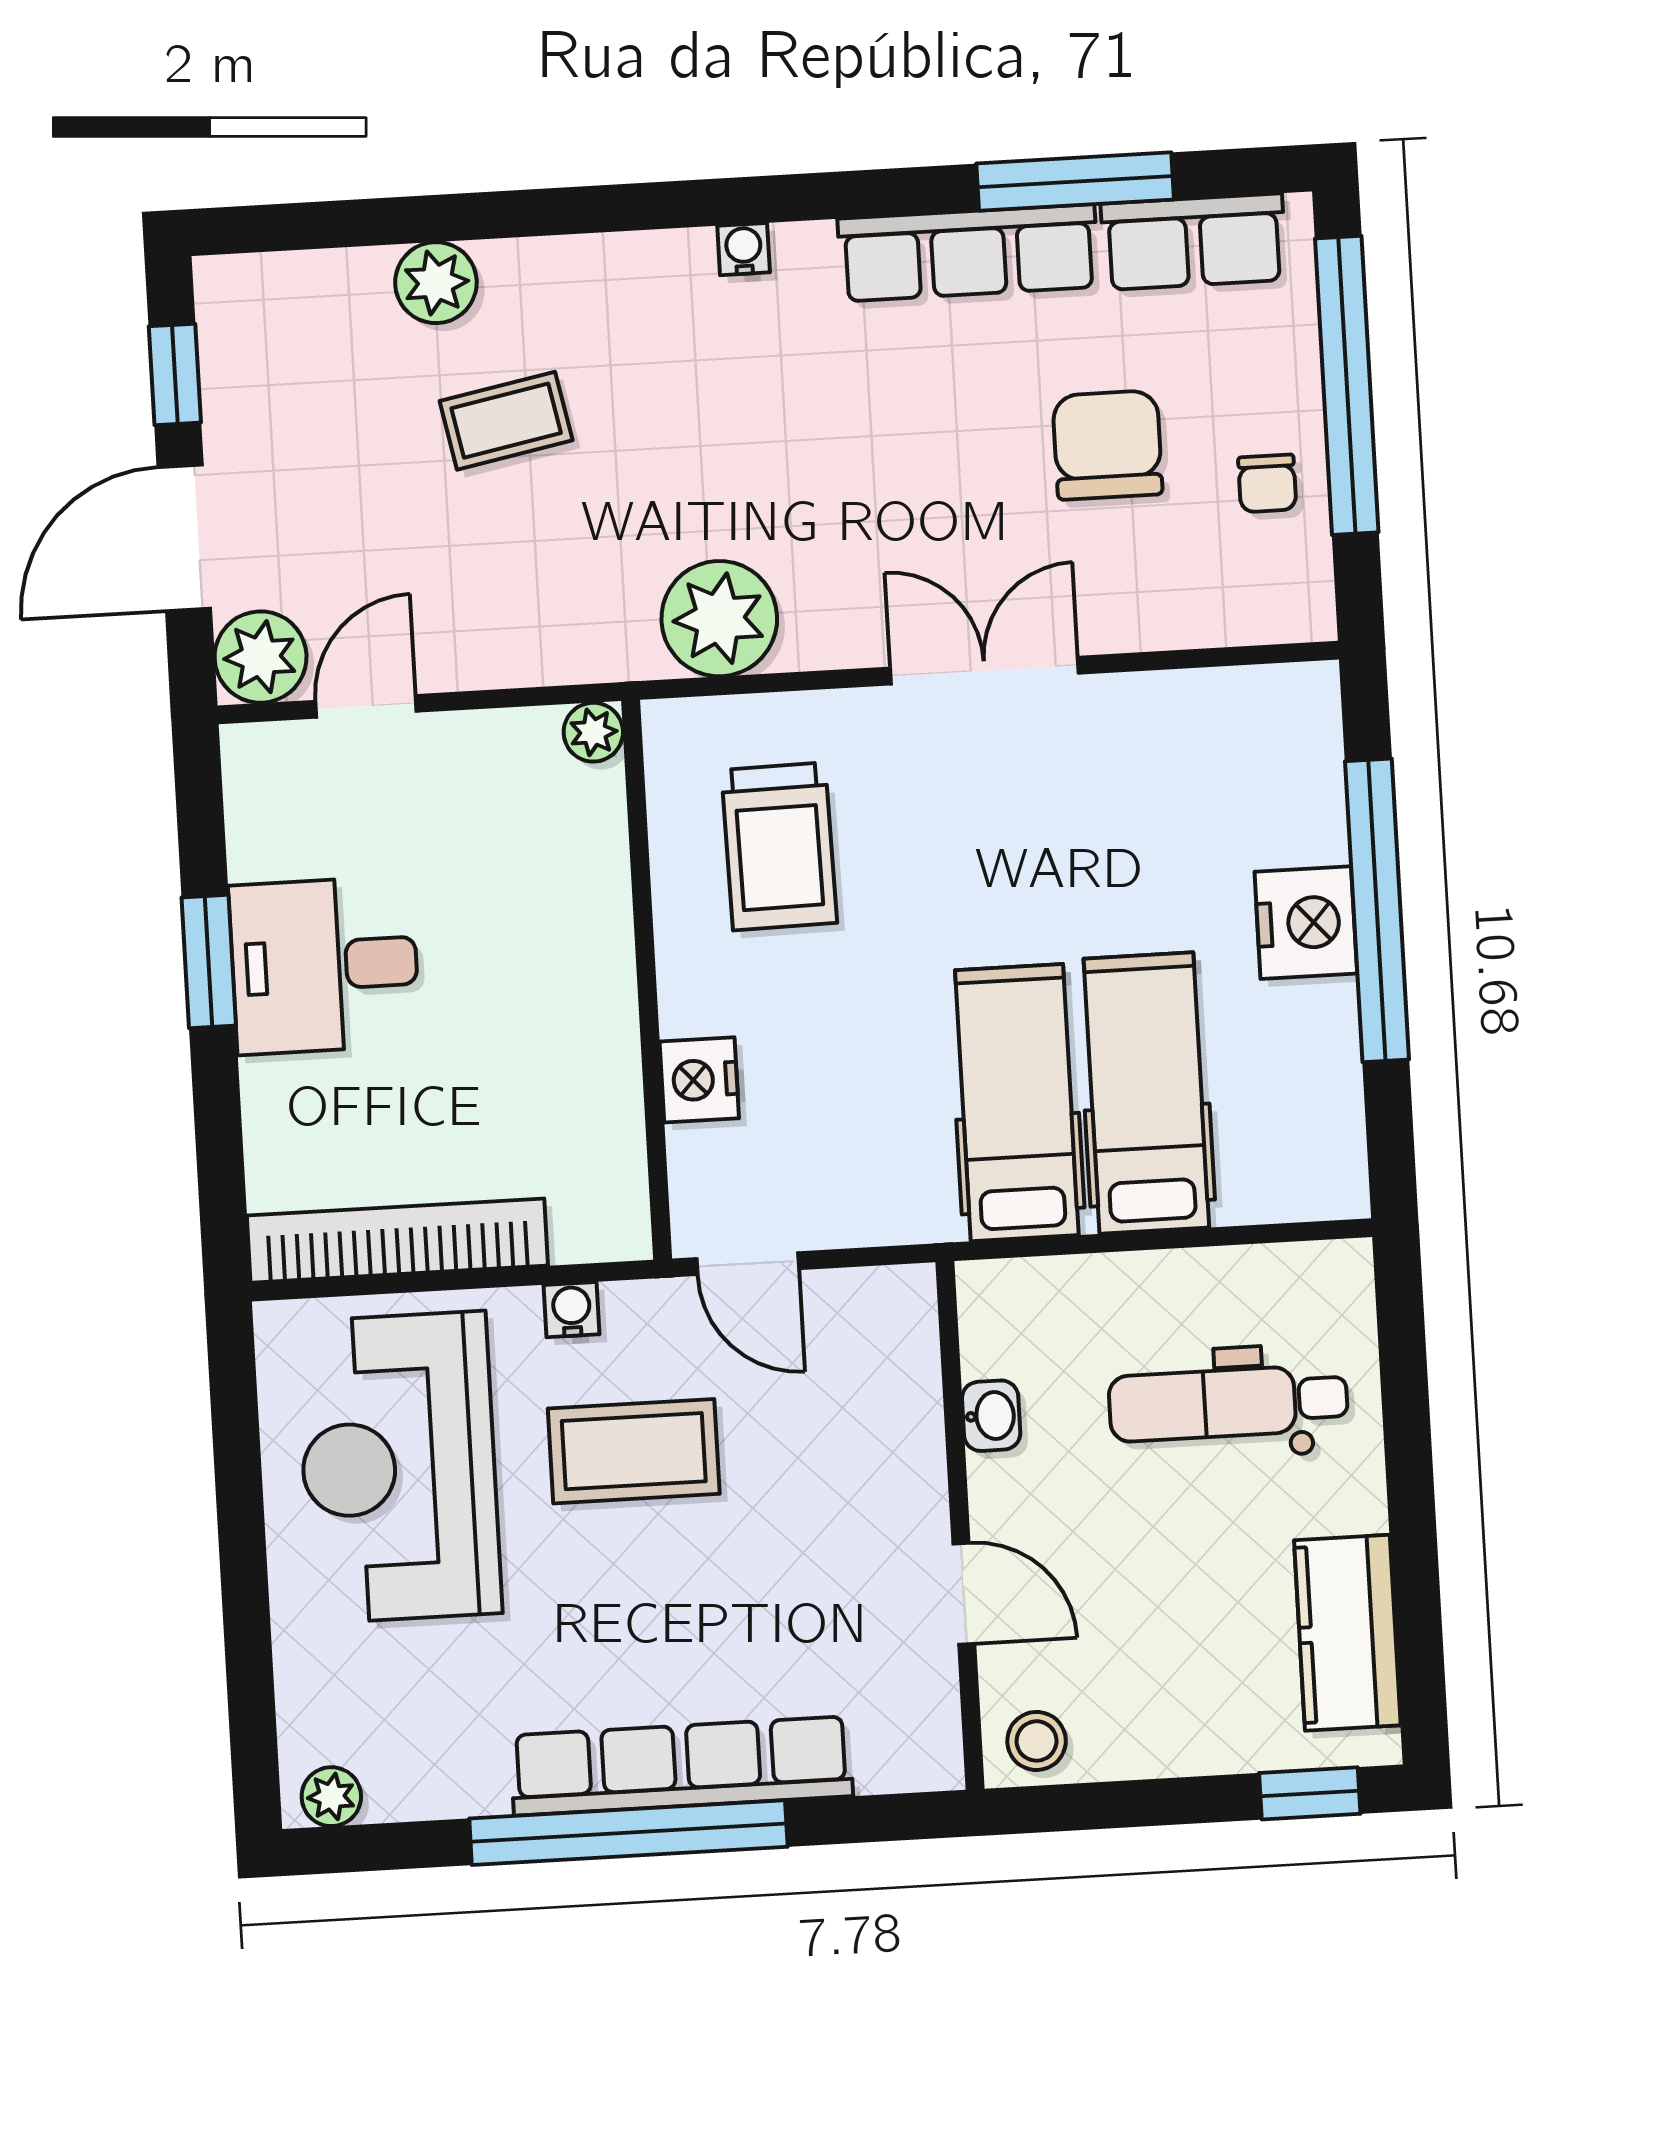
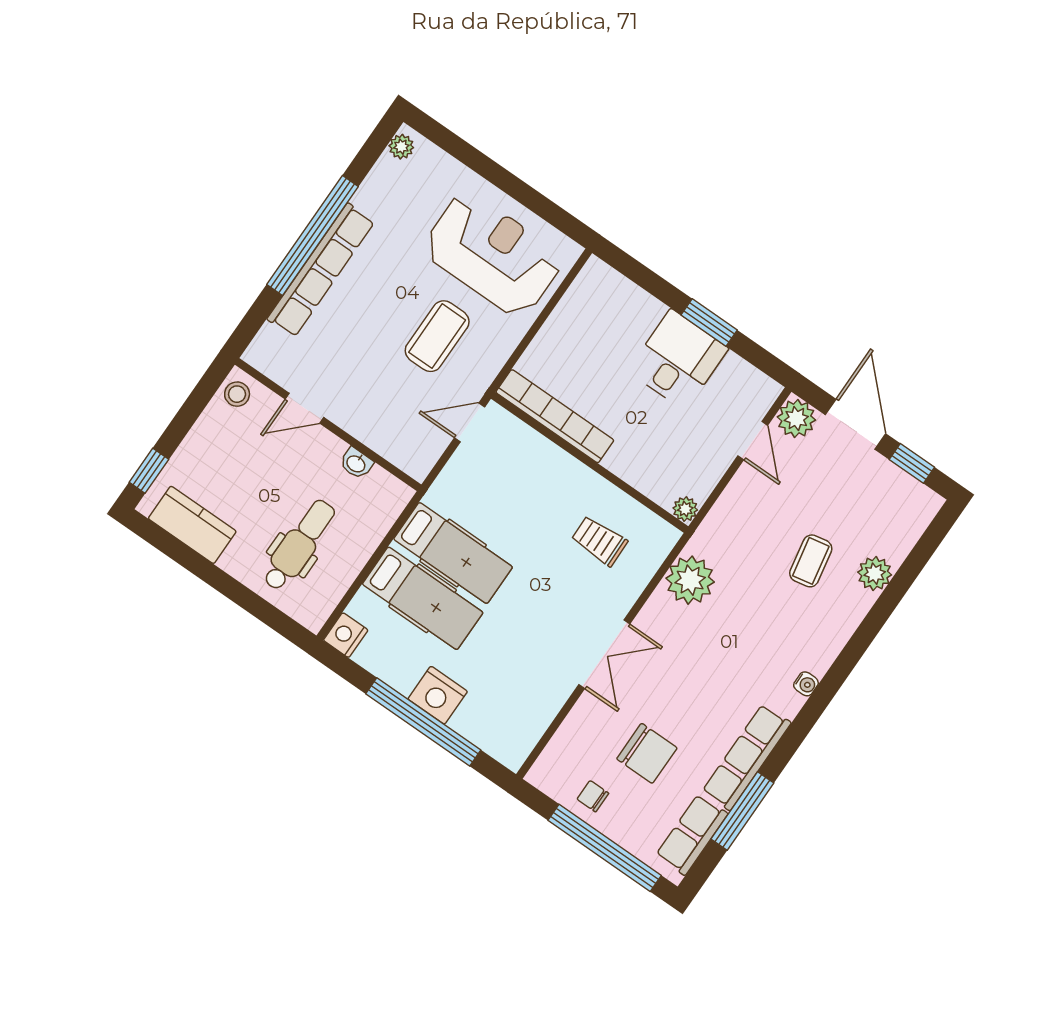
trolley: (779, 846) -> (599, 541), width x0.73, depth x0.72
nightstand: (699, 1080) -> (346, 635), moved, turned -90
bookcase: (397, 1241) -> (555, 416), moved, turned -90
water cooler: (571, 1310) -> (500, 352), removed

